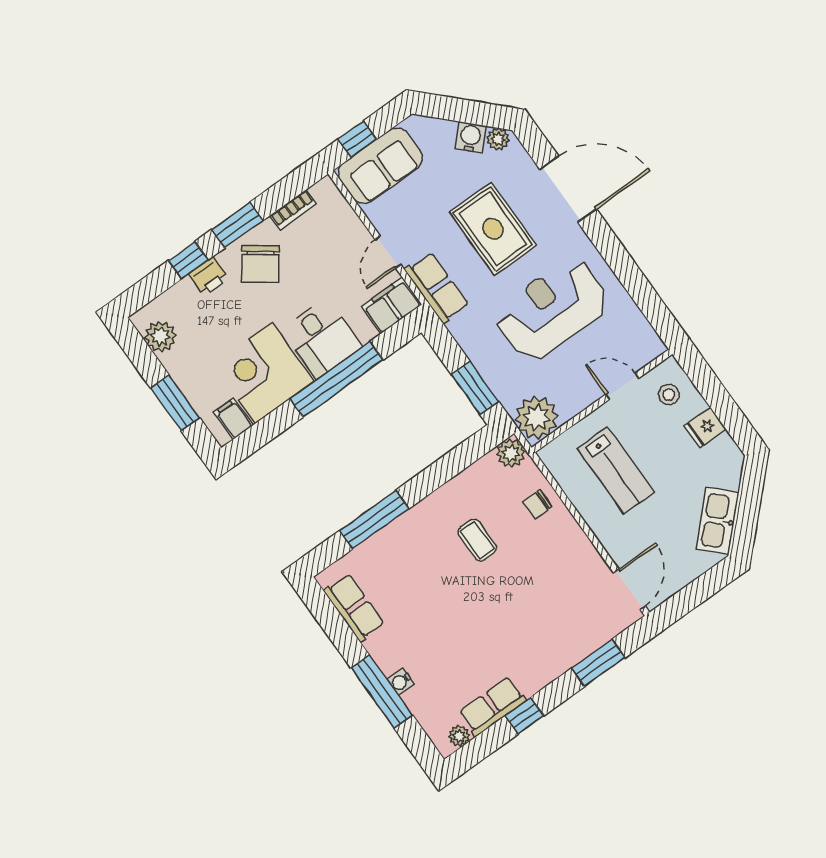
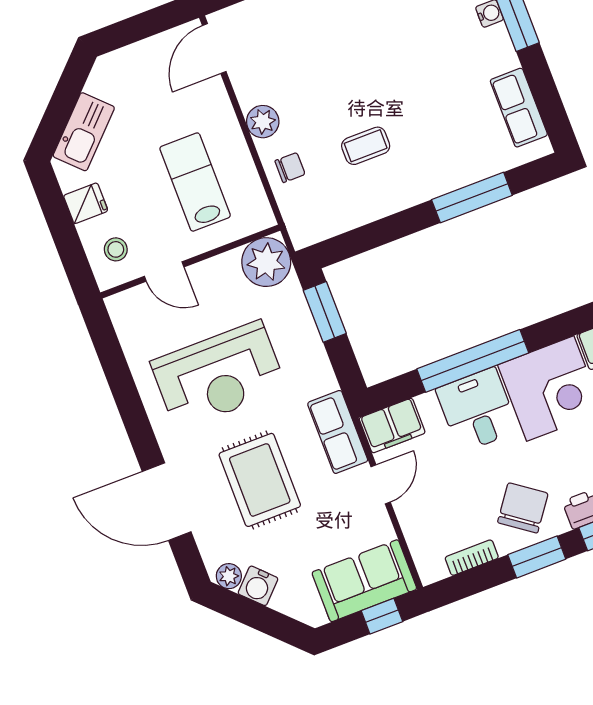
plant: (511, 453) -> (263, 122), moved
kitchen sink: (718, 521) -> (84, 132), moved
coffee table: (477, 540) -> (366, 146), turned 90

